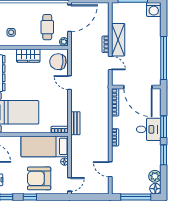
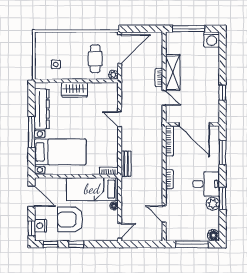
window: (164, 58) -> (222, 93), width x0.32
chair: (58, 62) -> (107, 97), removed
window: (164, 127) -> (222, 152), moved
desk: (149, 129) -> (206, 184), moved
plant: (155, 176) -> (213, 204), moved
armchair: (39, 178) -> (70, 219), moved

